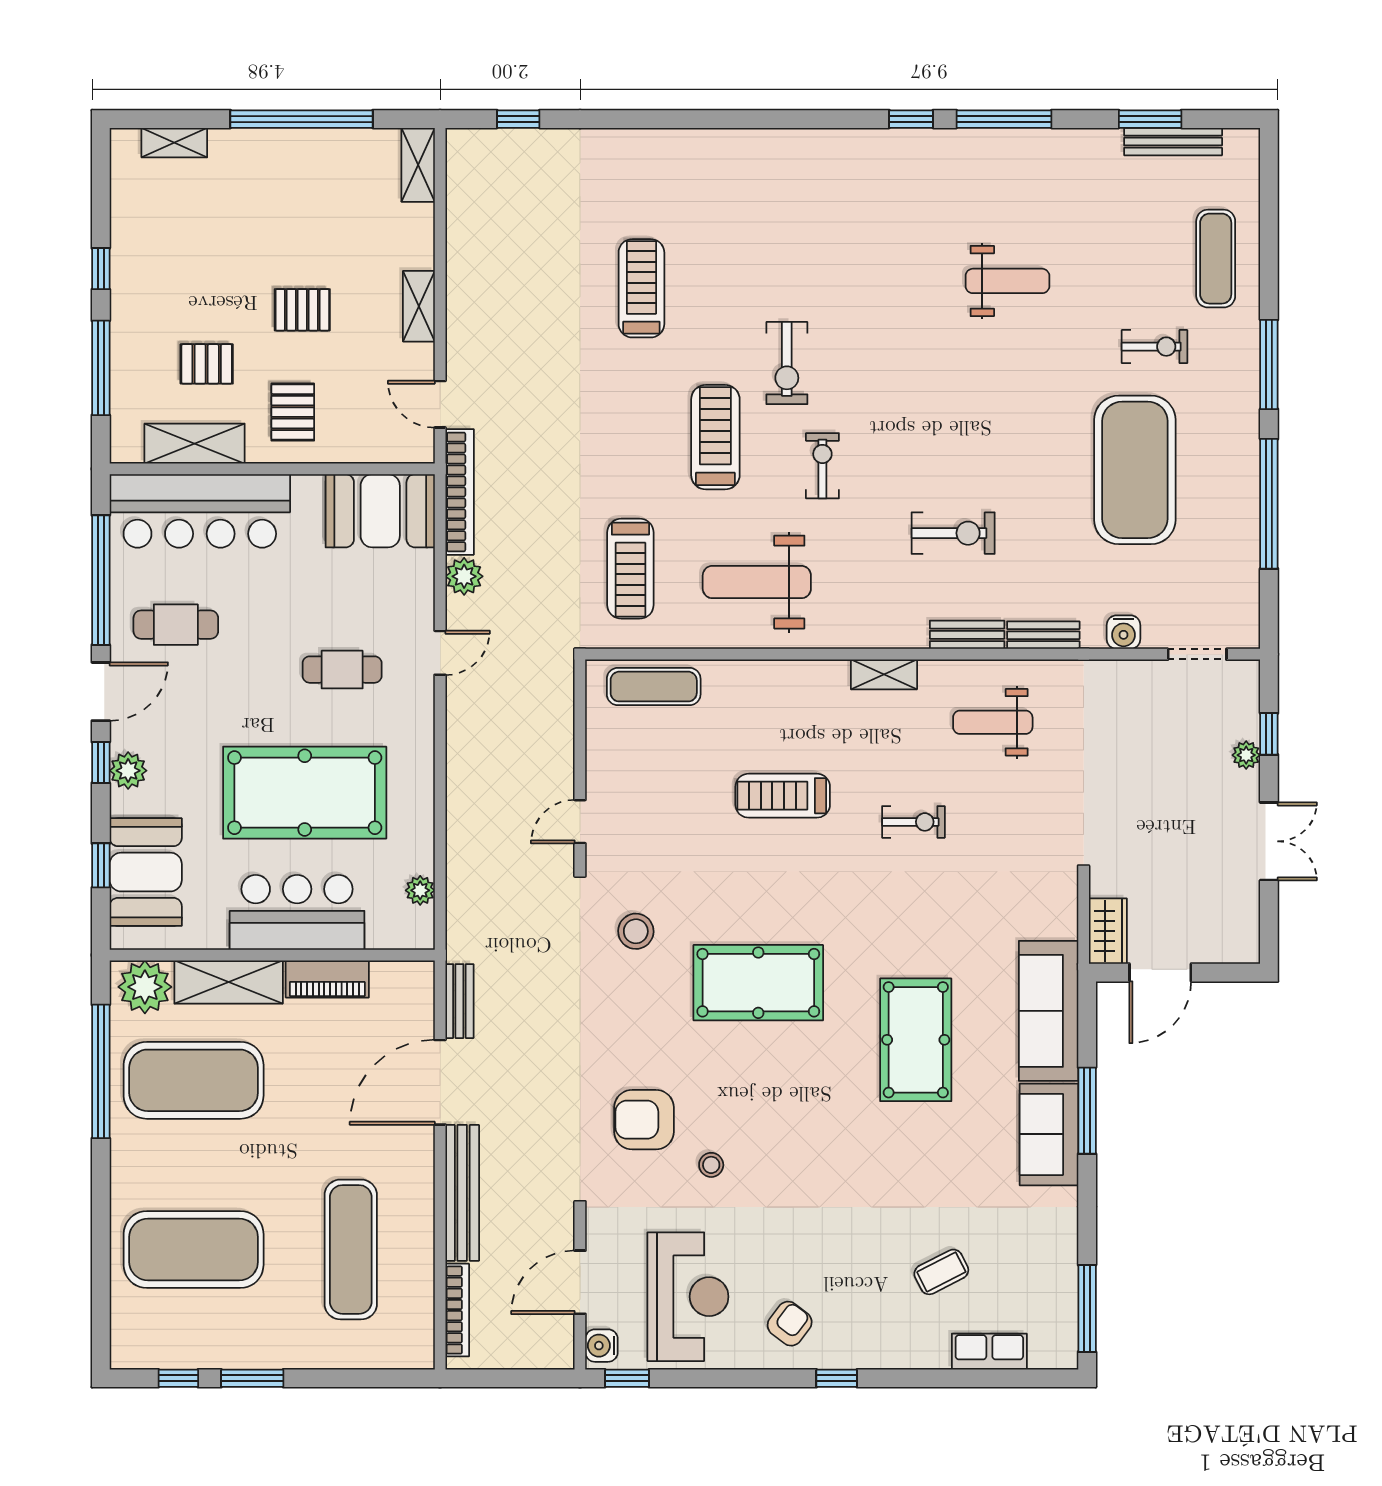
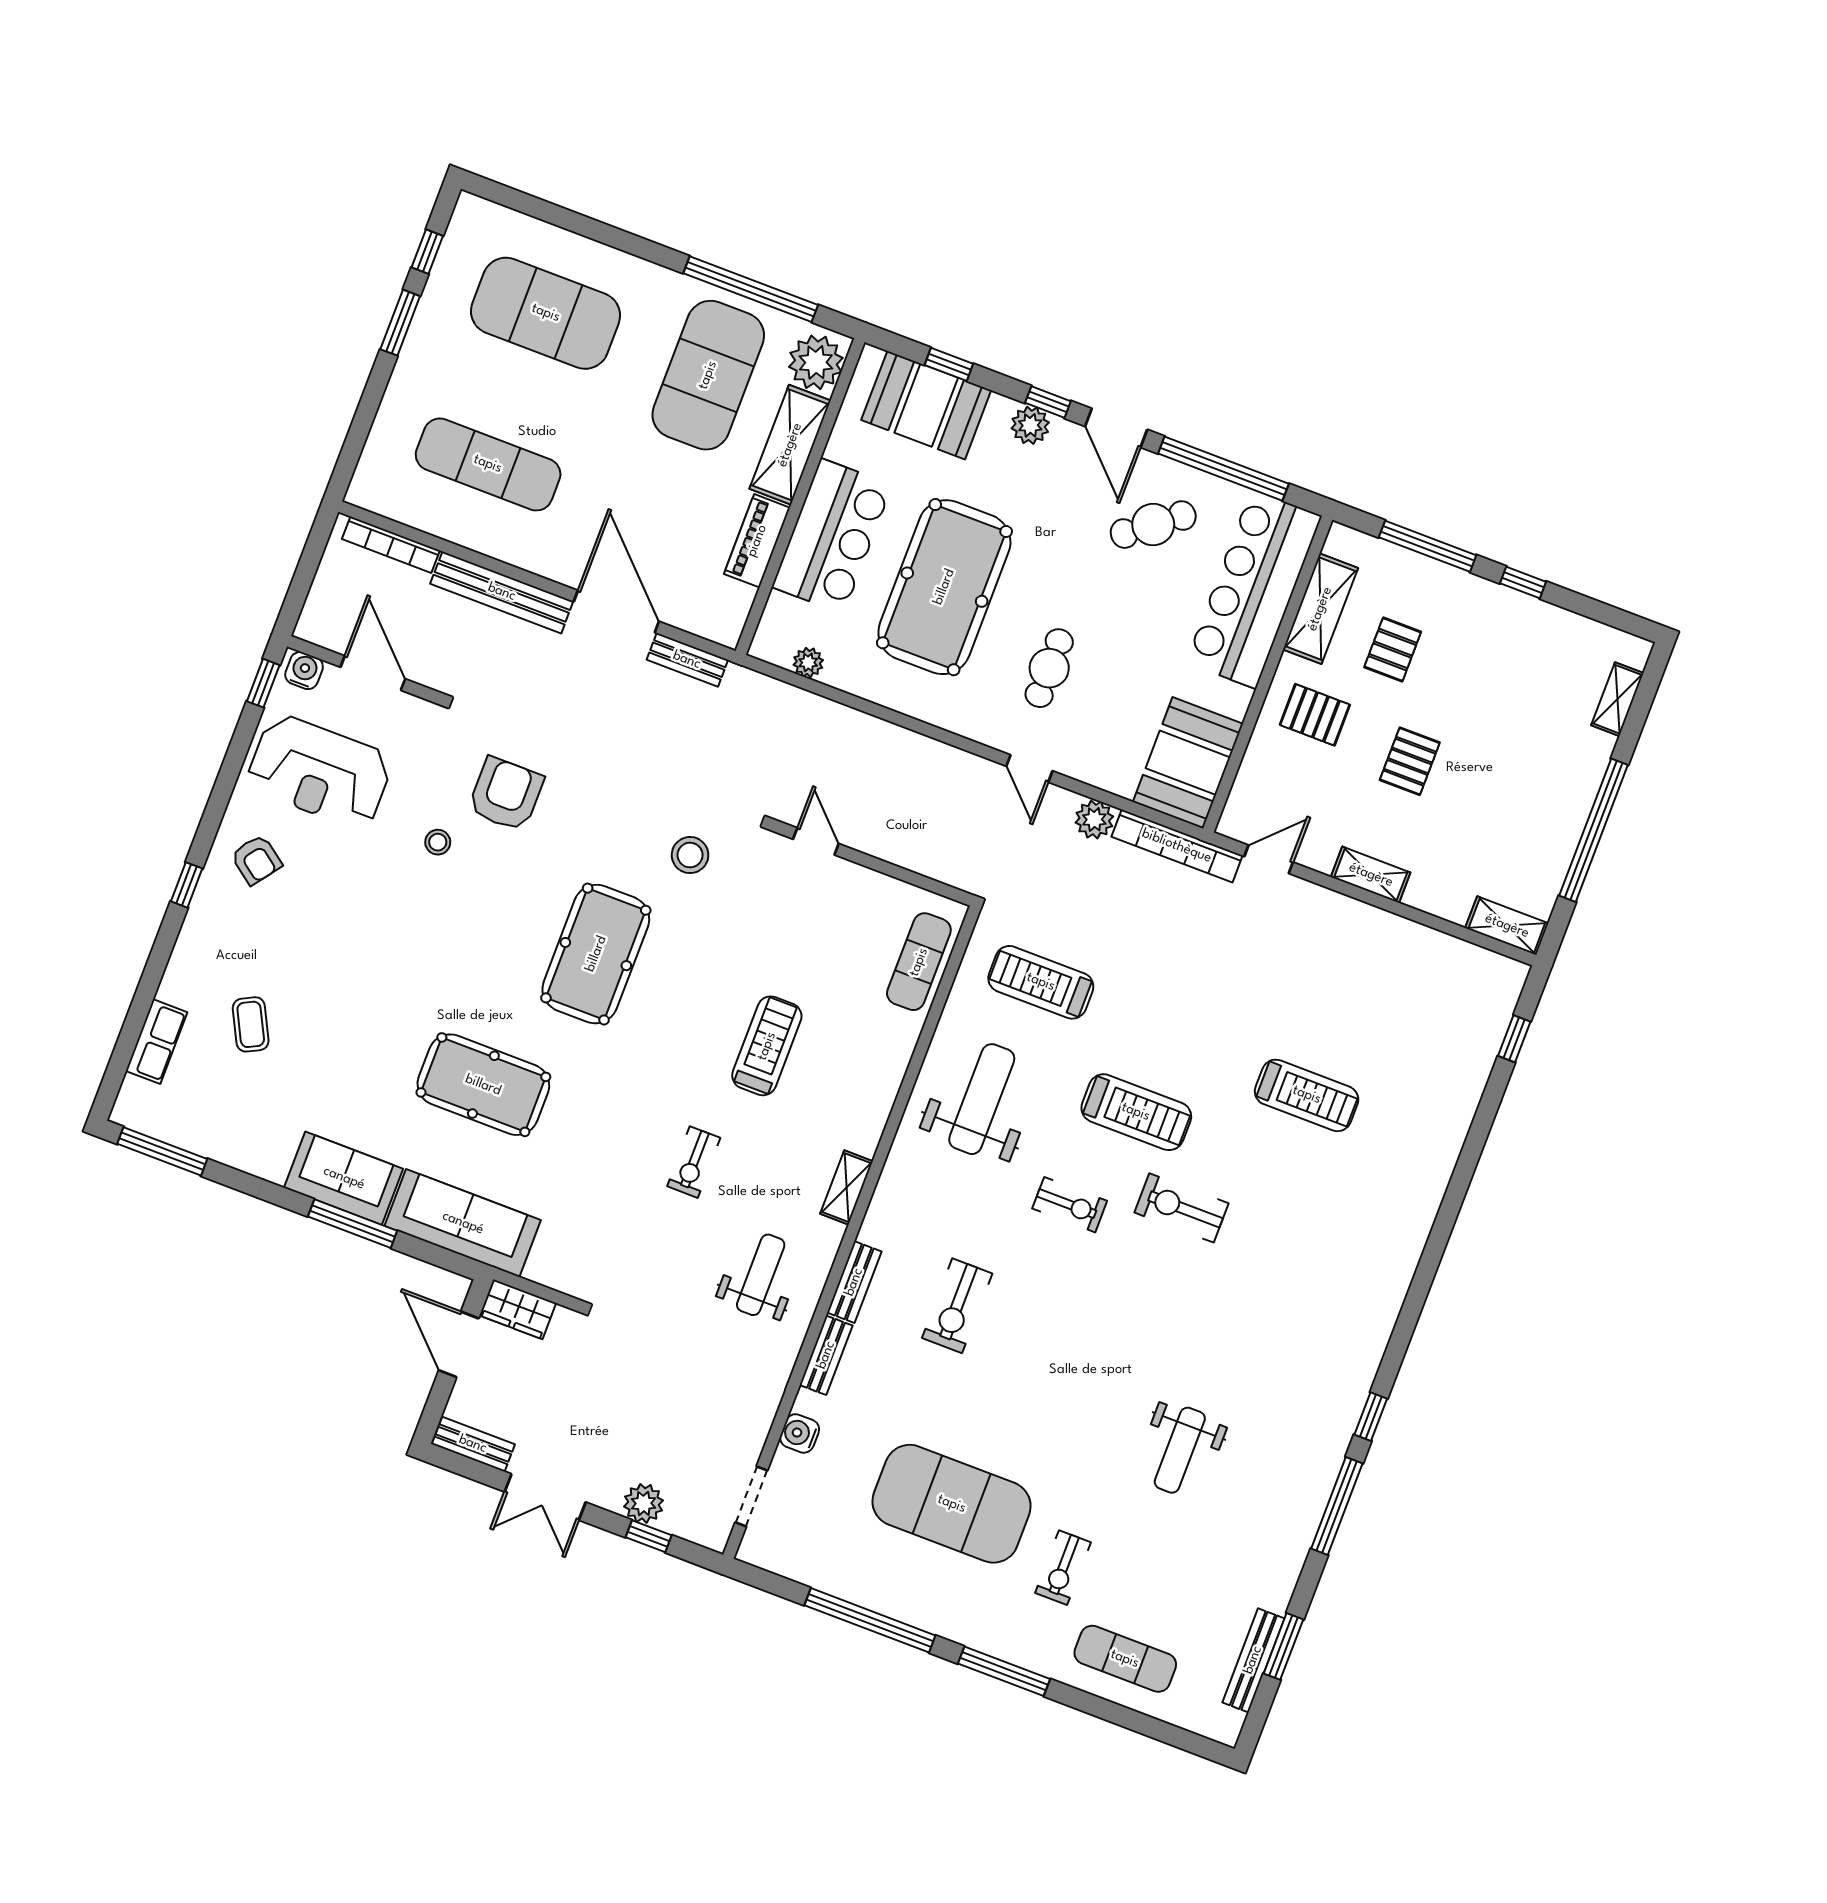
cafe table: (176, 625) -> (1153, 525), turned 52
plant: (1246, 755) -> (644, 1503), width x1.38, depth x1.38
bench: (1246, 925) -> (473, 1444), added
exercise mat: (194, 1249) -> (546, 313), turned 90

